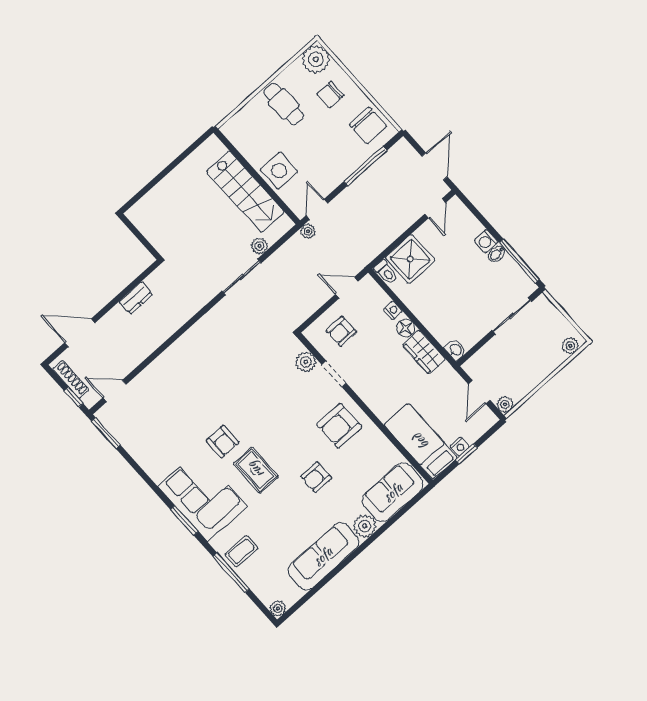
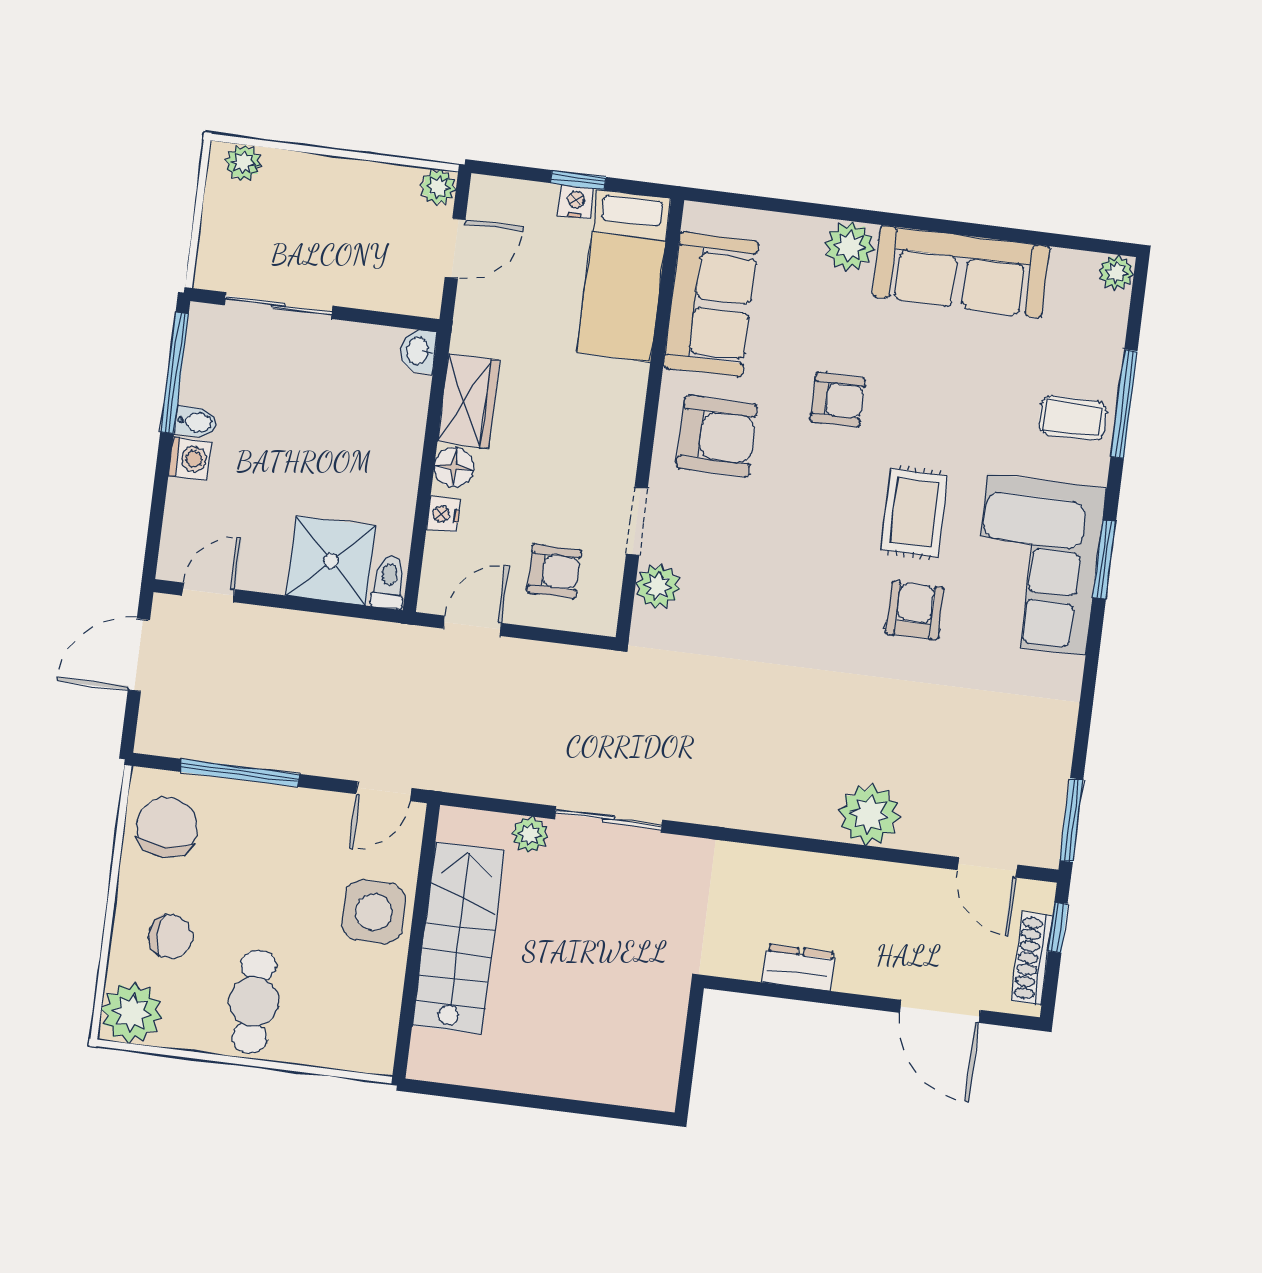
plant: (308, 231) -> (869, 815), moved, width x1.88, depth x1.88
door: (347, 288) -> (472, 626), swing flipped
sofa: (393, 492) -> (711, 304), moved, turned -90

